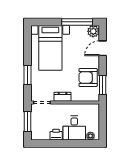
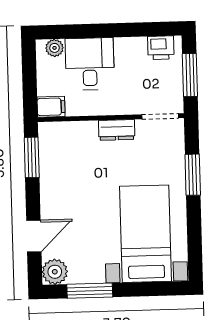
window: (77, 22) -> (90, 291), width x0.69
armchair: (88, 78) -> (63, 173), removed
filing cabinet: (93, 108) -> (51, 107), added
printer: (56, 135) -> (161, 48), moved

